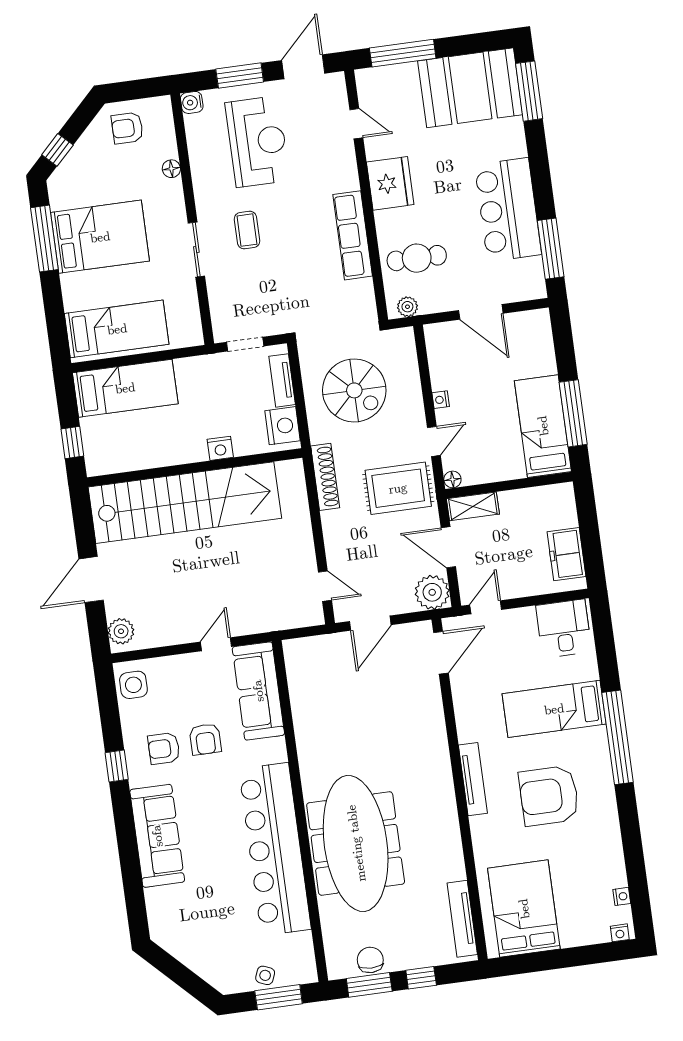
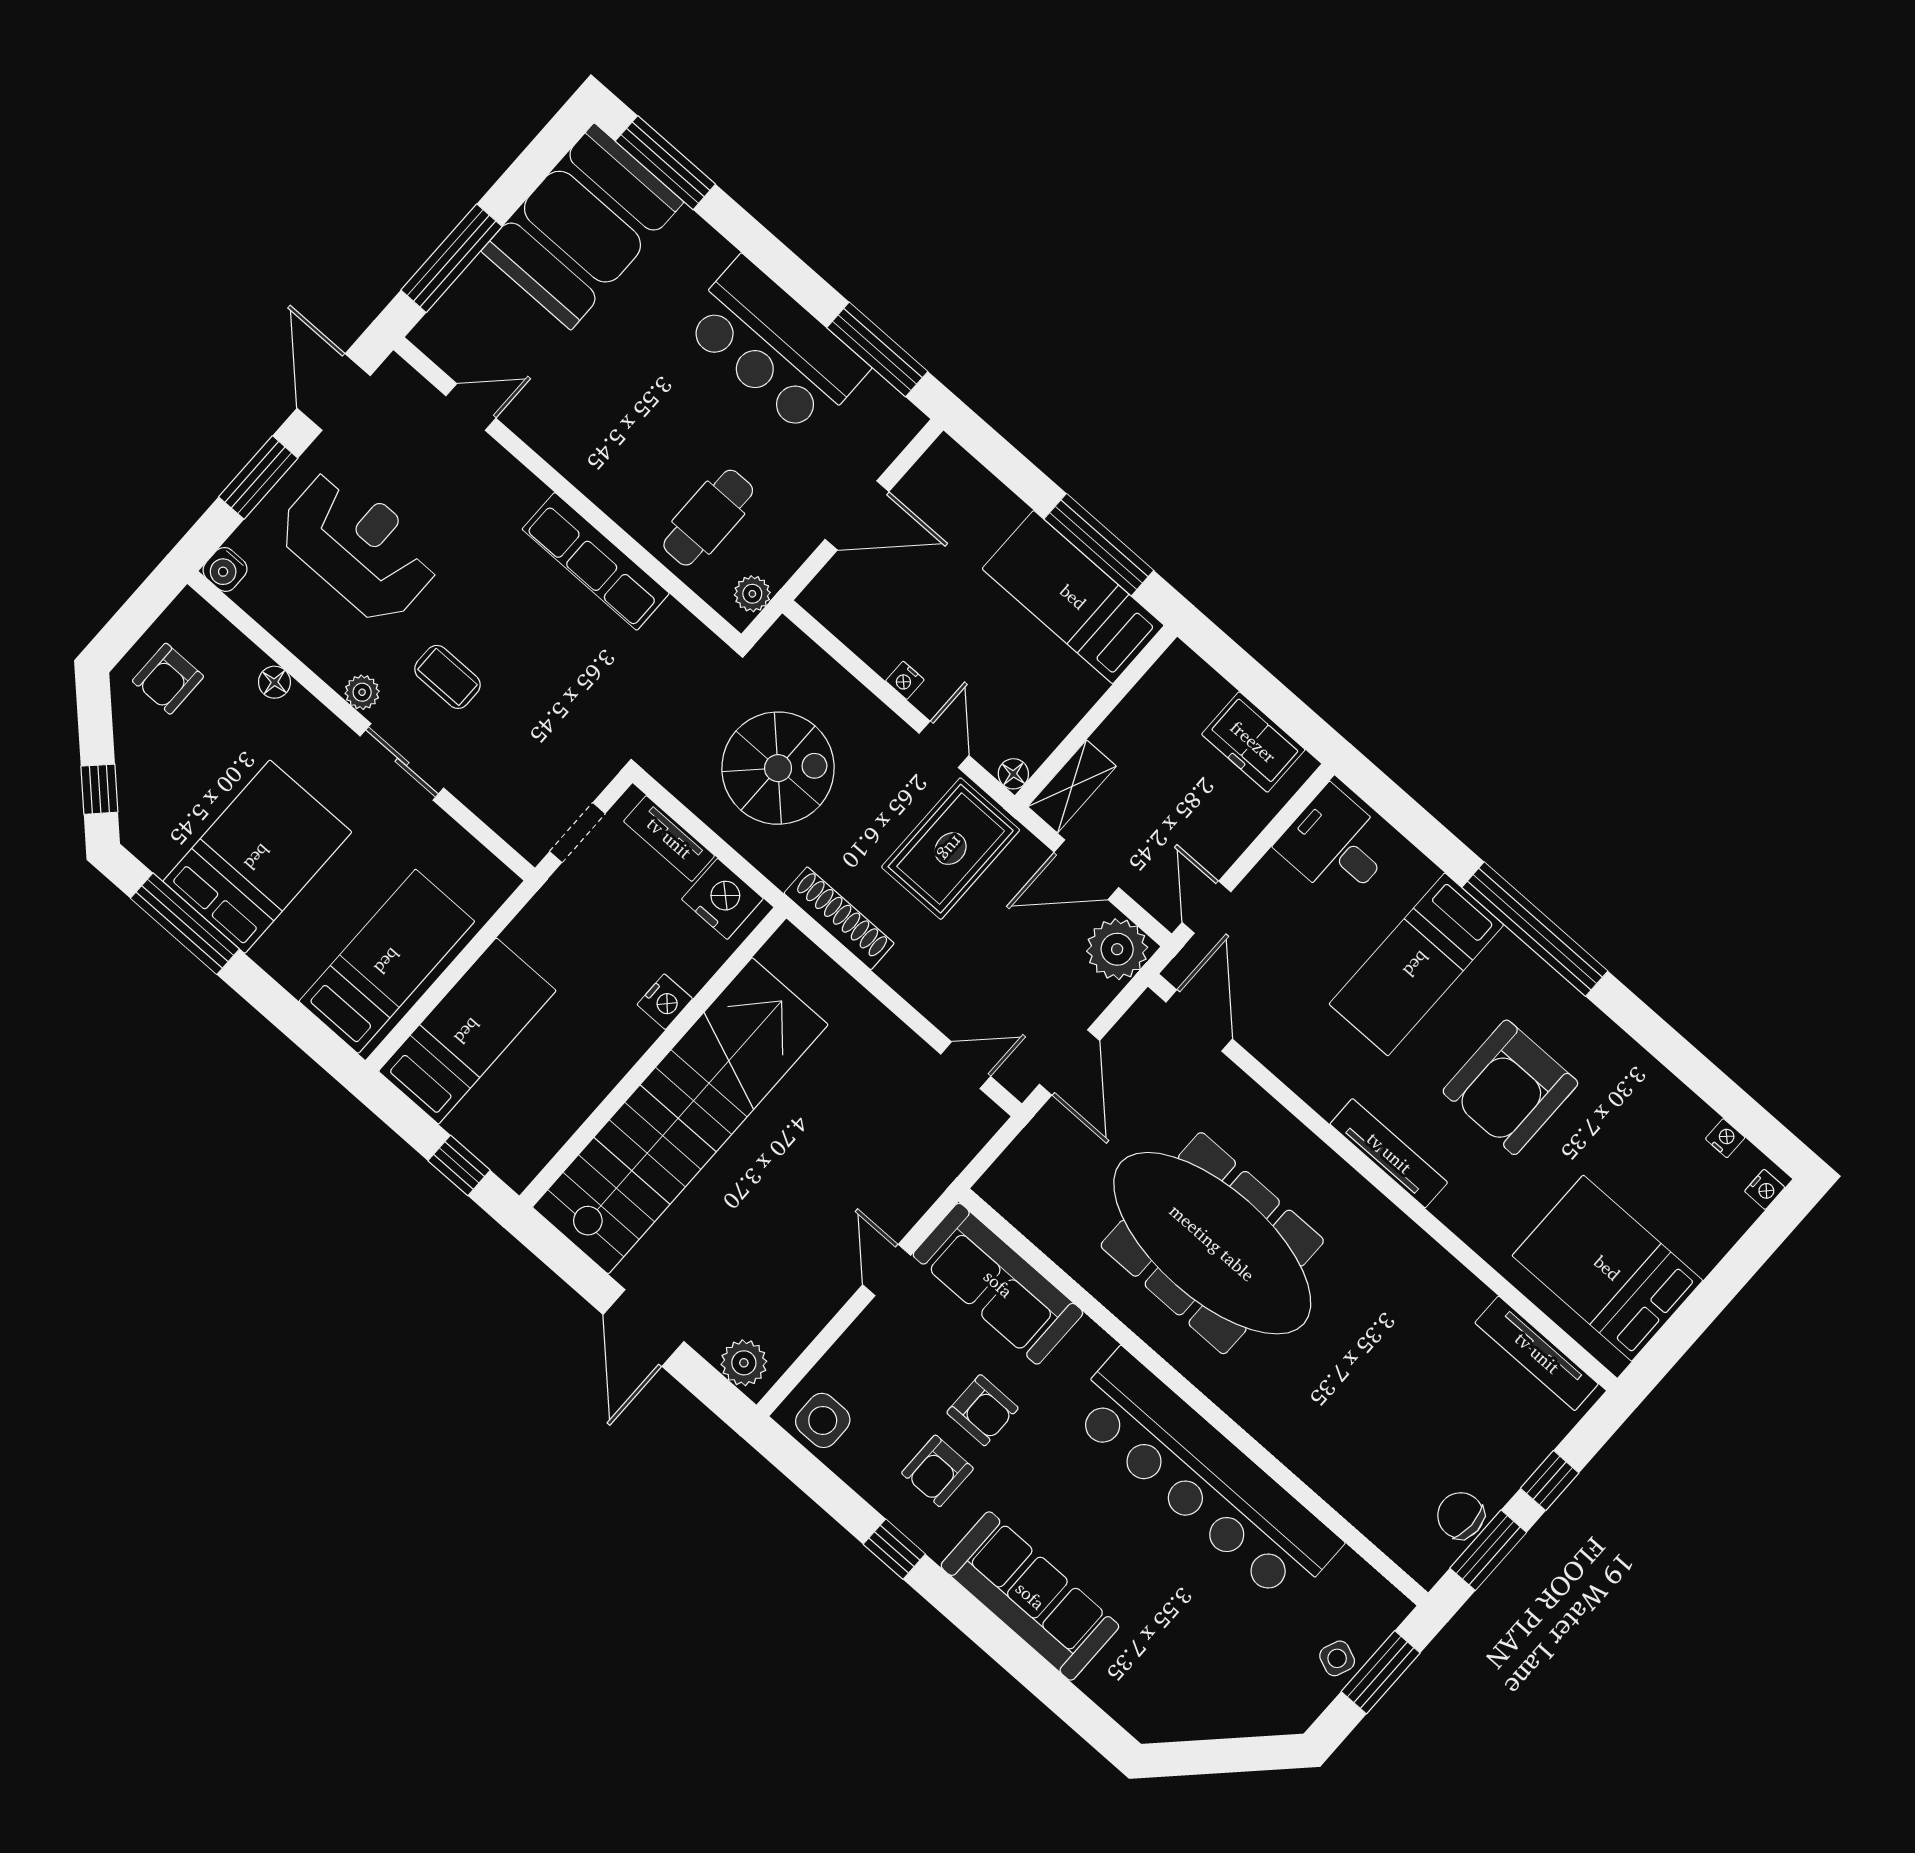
fridge: (390, 183) -> (586, 448), removed
plant: (205, 205) -> (362, 692), added
meeting table: (356, 843) -> (1212, 1243), moved

